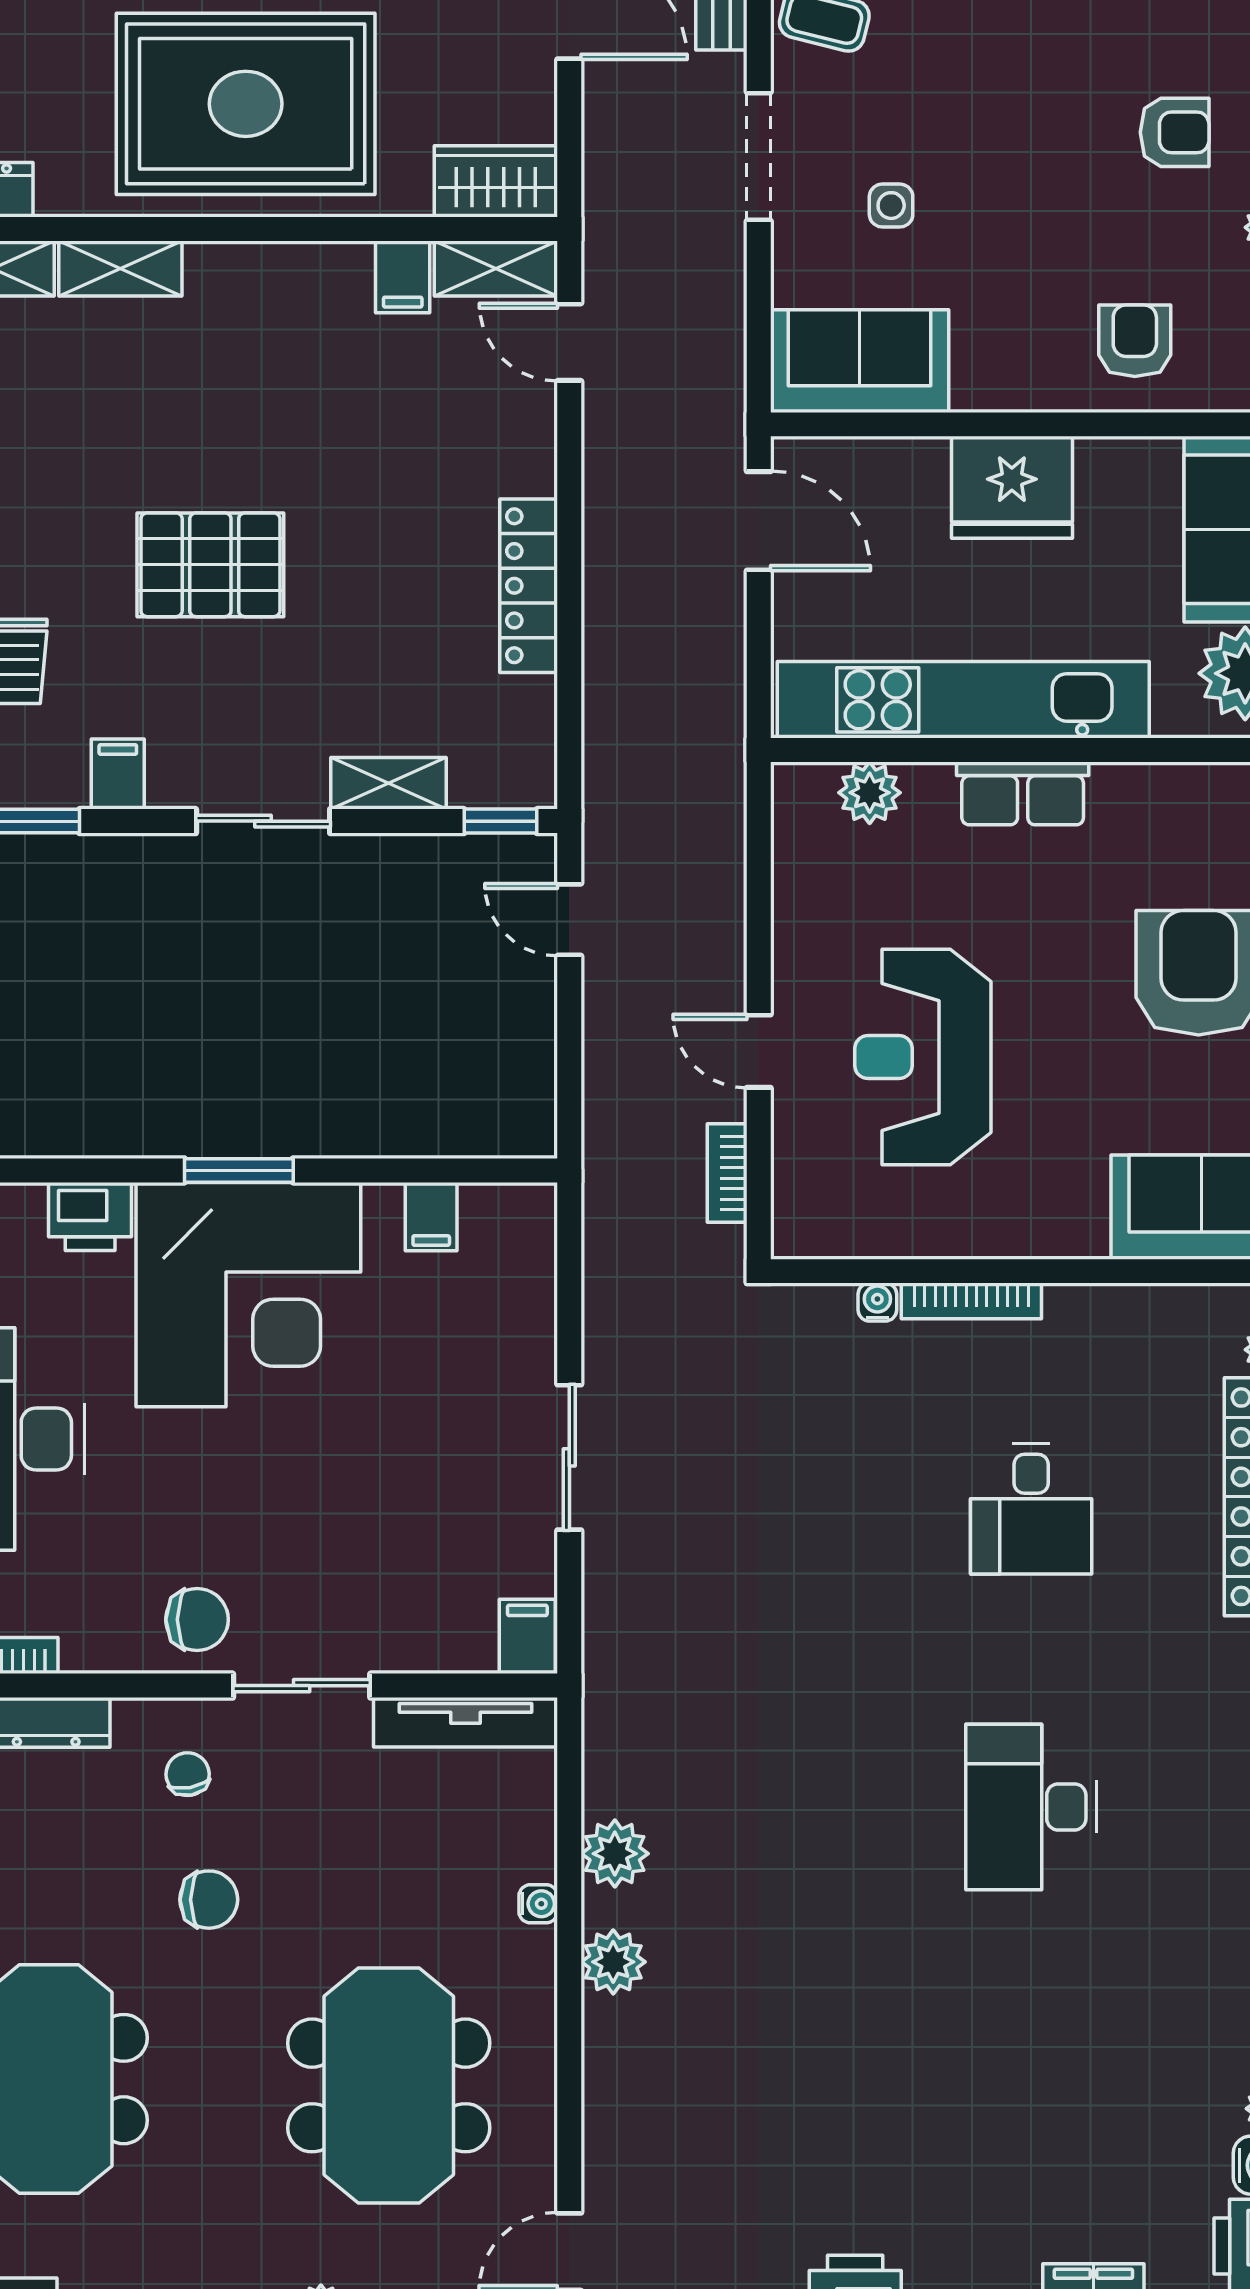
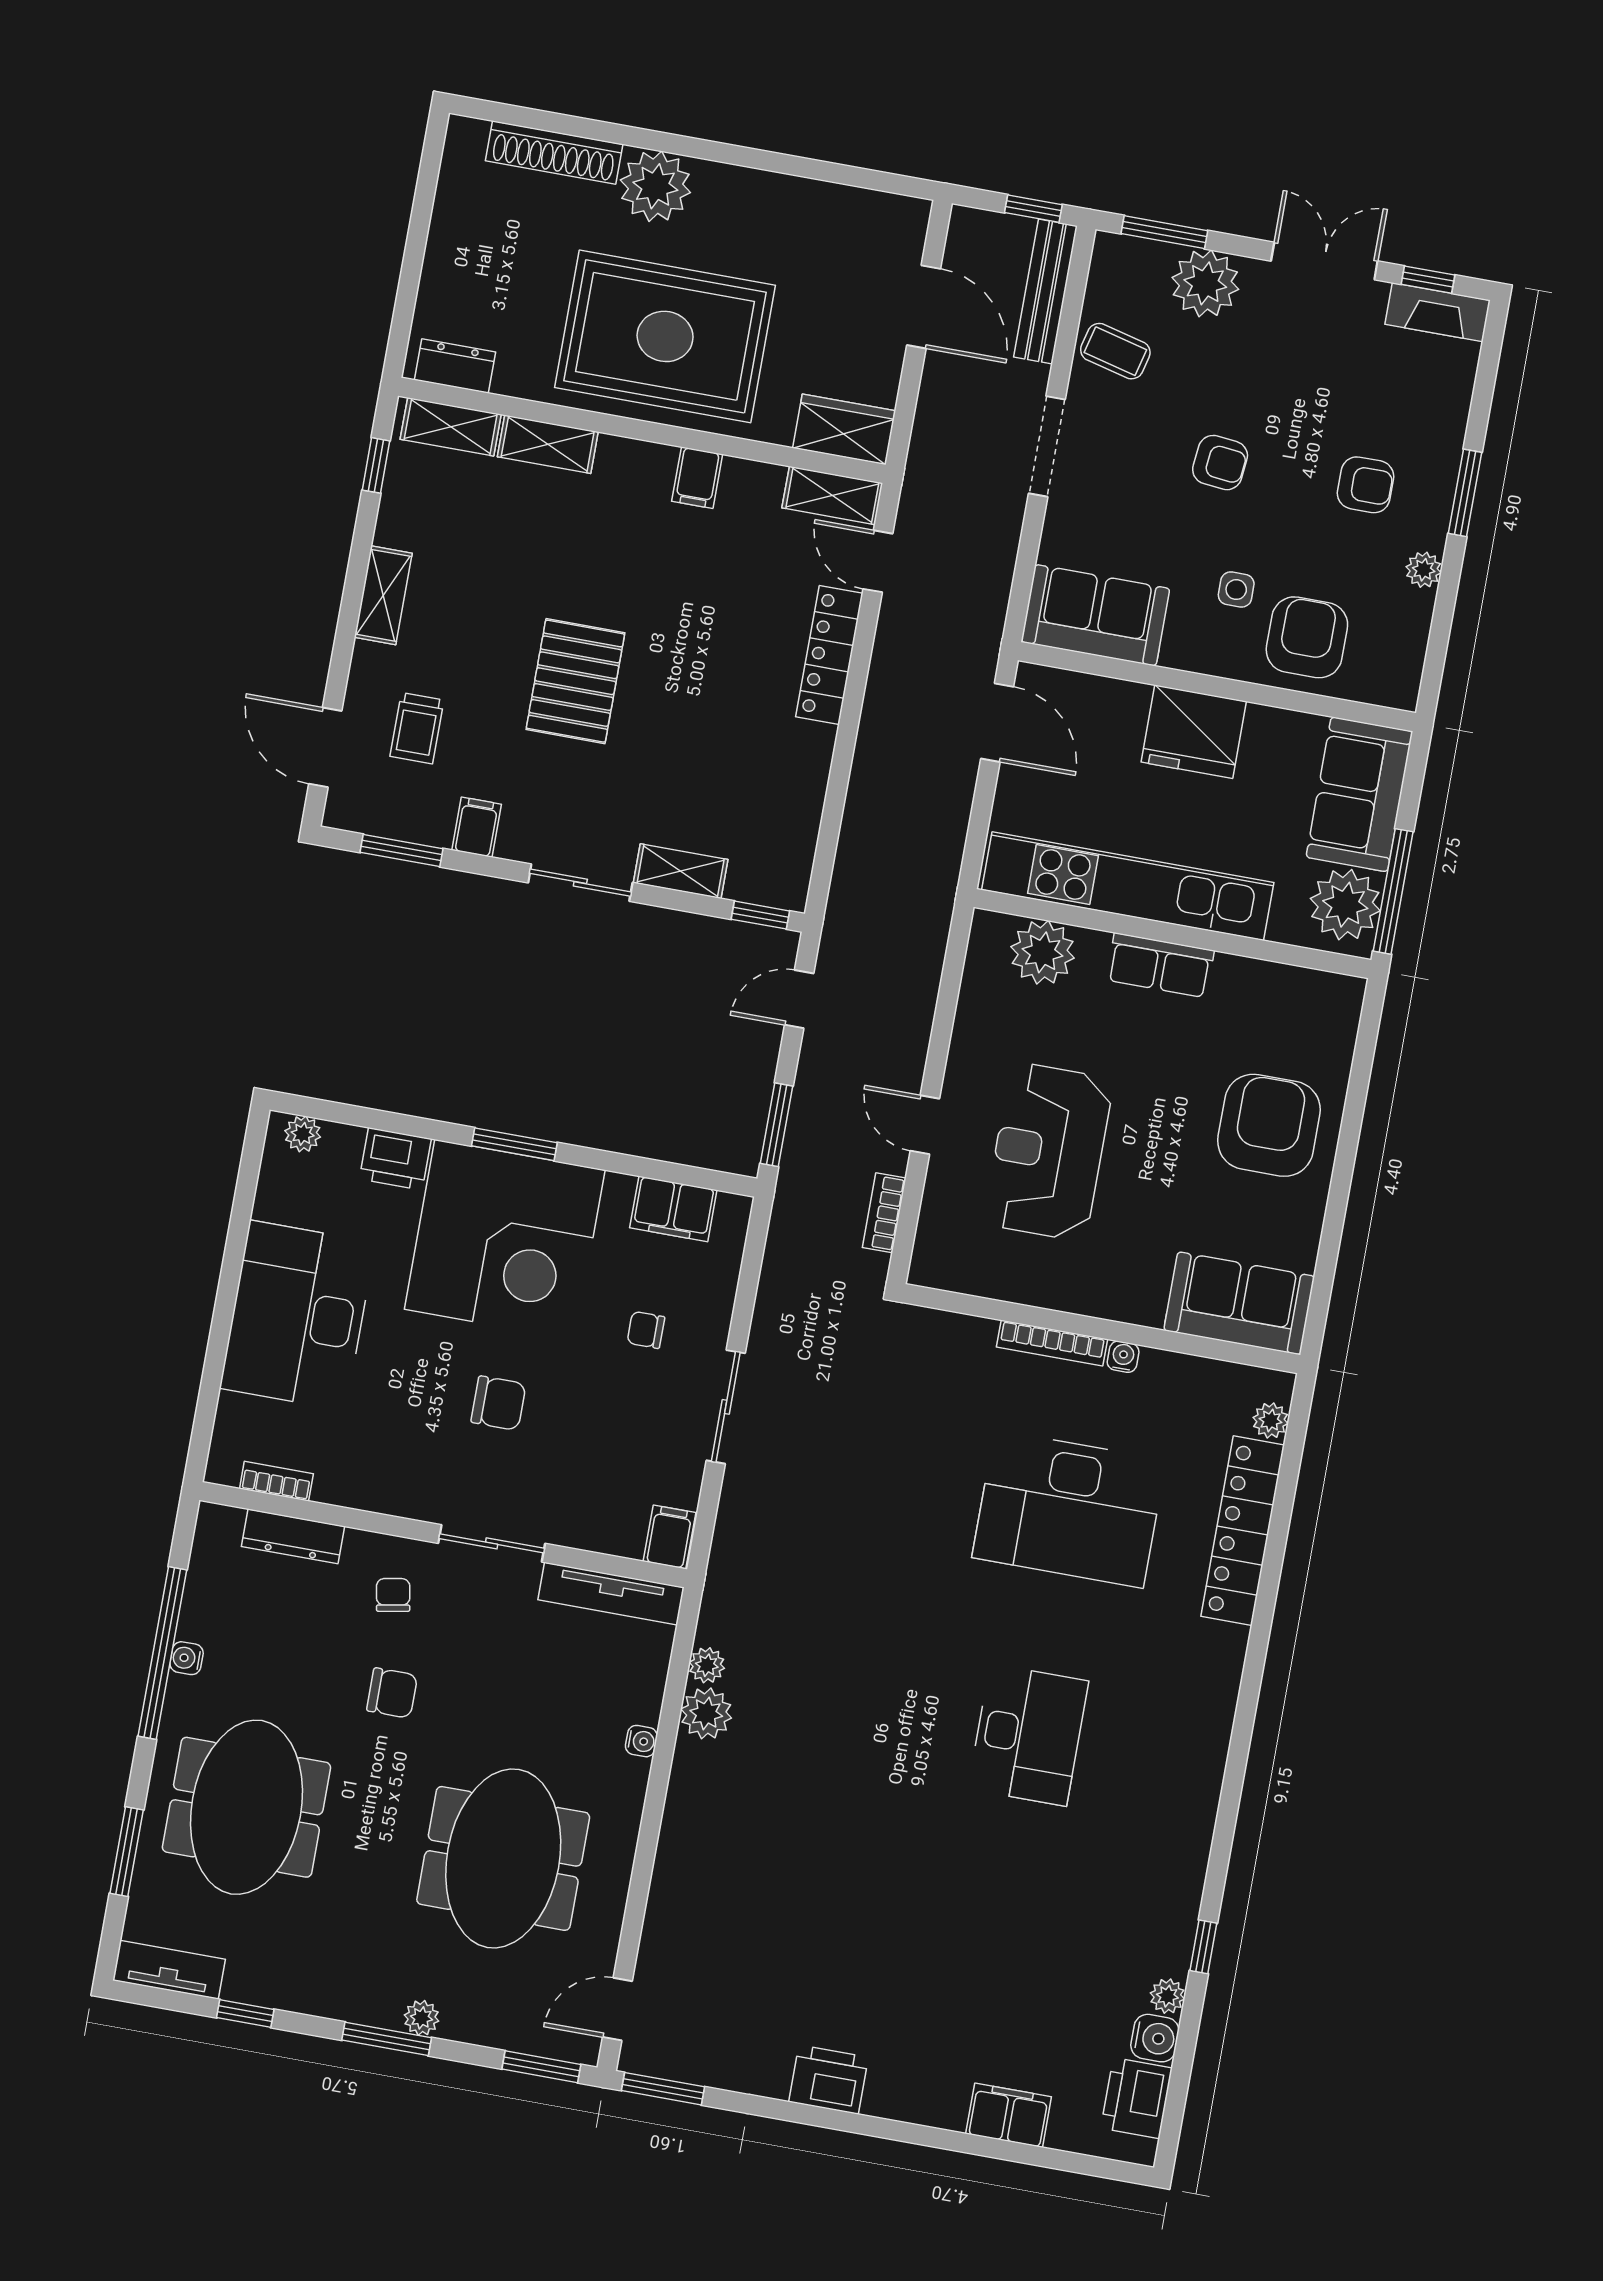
armchair: (984, 137) -> (1220, 463), added
side table: (891, 206) -> (1236, 590), moved
filing cabinet: (403, 277) -> (697, 478), moved
armchair: (1135, 341) -> (1307, 637), width x1.38, depth x1.38
pallet: (210, 565) -> (575, 681), turned 90
locker: (529, 586) -> (829, 655), moved
plant: (870, 793) -> (1043, 952), width x1.36, depth x1.36
door: (569, 920) -> (799, 999), hinge flipped
window: (569, 1085) -> (777, 1125), added
filing cabinet: (431, 1217) -> (673, 1209), width x2.00
water cooler: (877, 1302) -> (1123, 1357), moved
chair: (450, 1377) -> (646, 1330), added
desk: (1031, 1509) -> (1069, 1509), width x1.87, depth x1.30
chair: (197, 1620) -> (498, 1403), moved
desk: (1031, 1807) -> (1028, 1735), turned 180
plant: (613, 1962) -> (707, 1665), moved, width x0.73, depth x0.73

